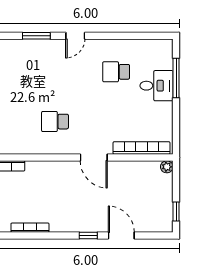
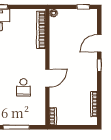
door: (94, 158) -> (47, 78), moved

